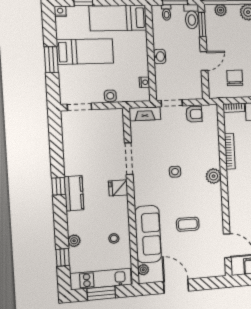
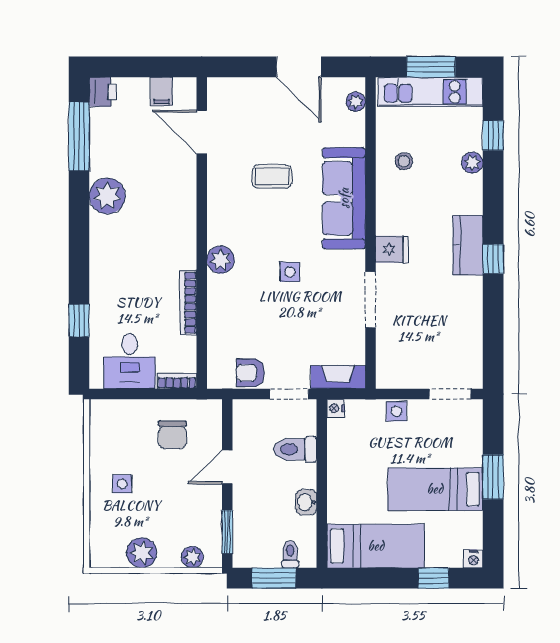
toilet: (192, 17) -> (295, 449), moved, turned -90
washbasin: (160, 56) -> (306, 502), moved
nightstand: (144, 82) -> (336, 408), moved
sofa: (148, 234) -> (344, 198), moved

